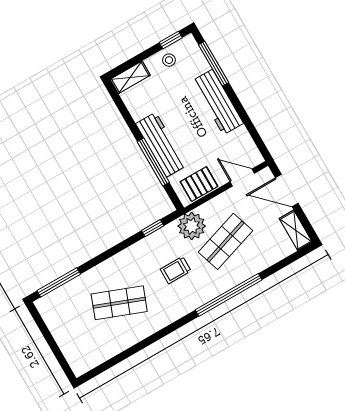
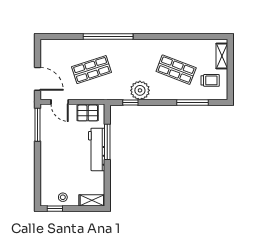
window: (214, 64) -> (37, 125), moved
workbench: (218, 102) -> (48, 155), removed
plant: (192, 226) -> (140, 90), moved
shelving: (296, 230) -> (222, 56), moved
trolley: (176, 270) -> (210, 80), moved
window: (59, 282) -> (192, 103), moved

